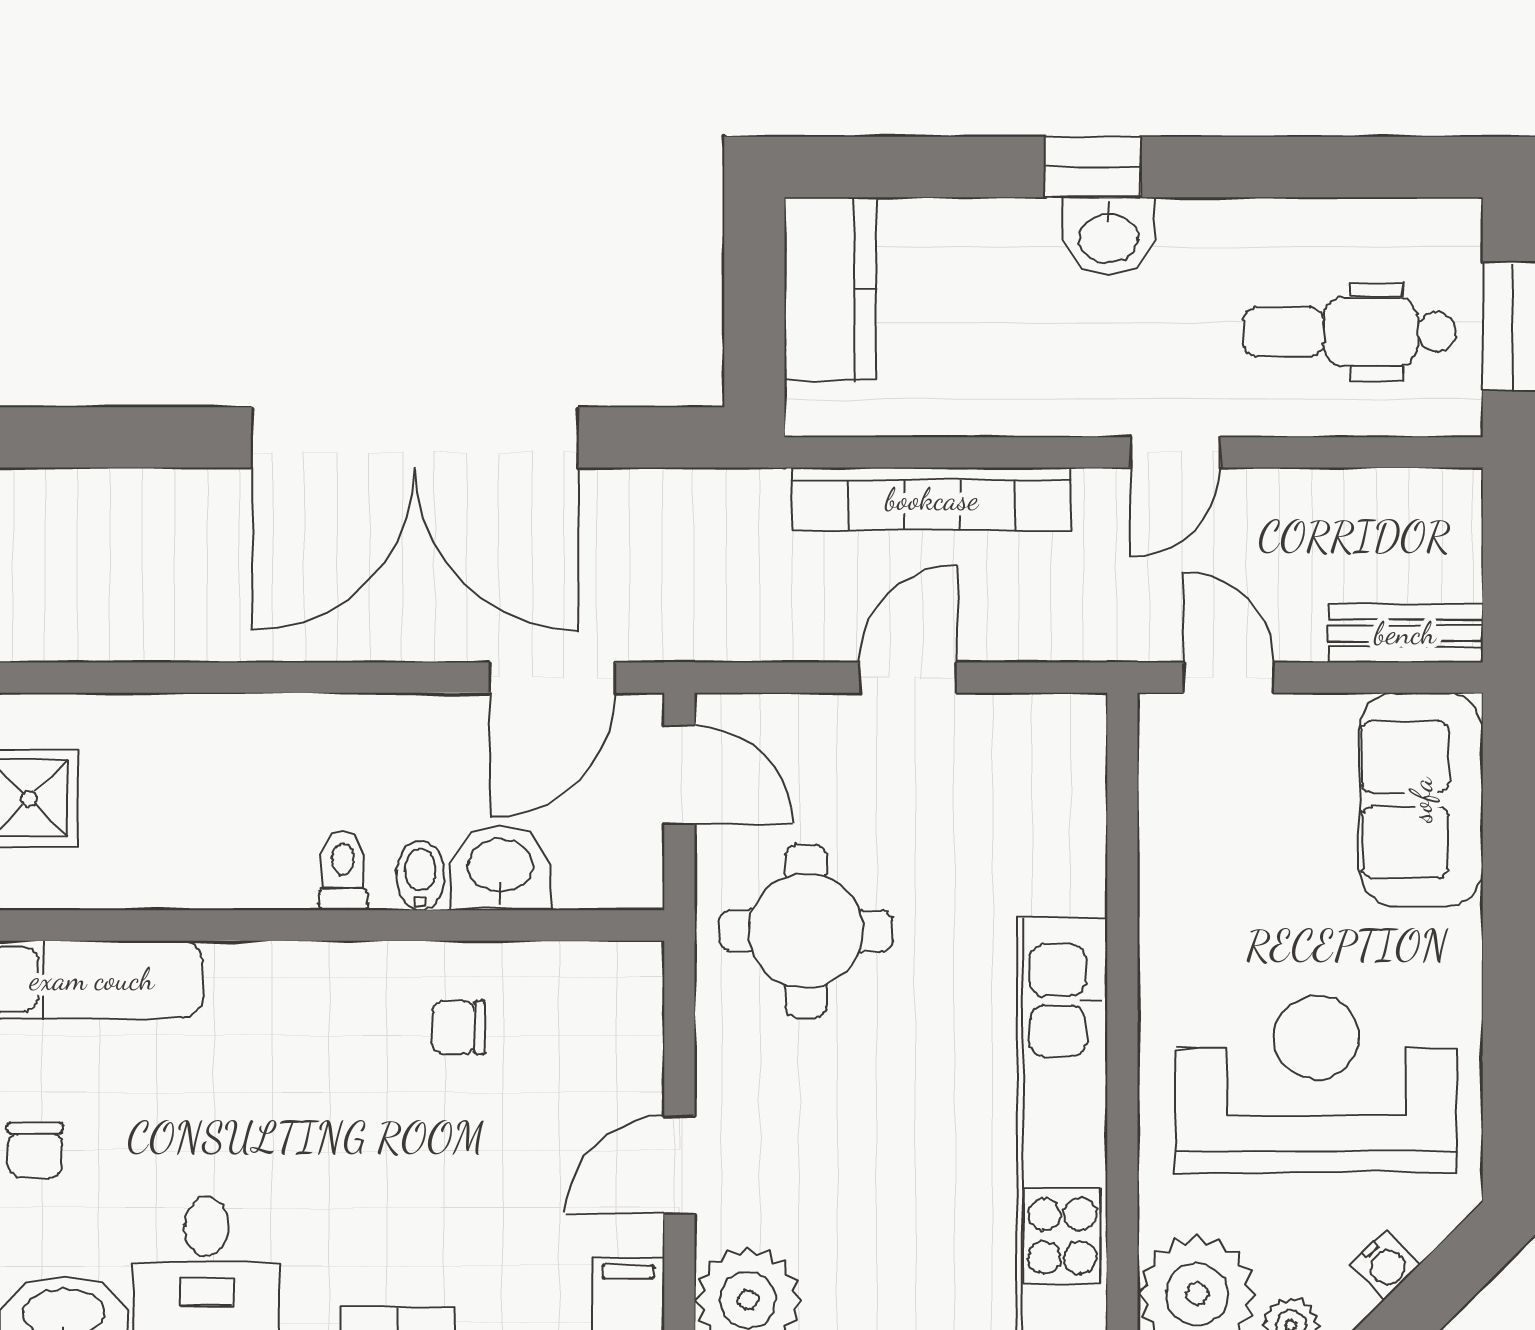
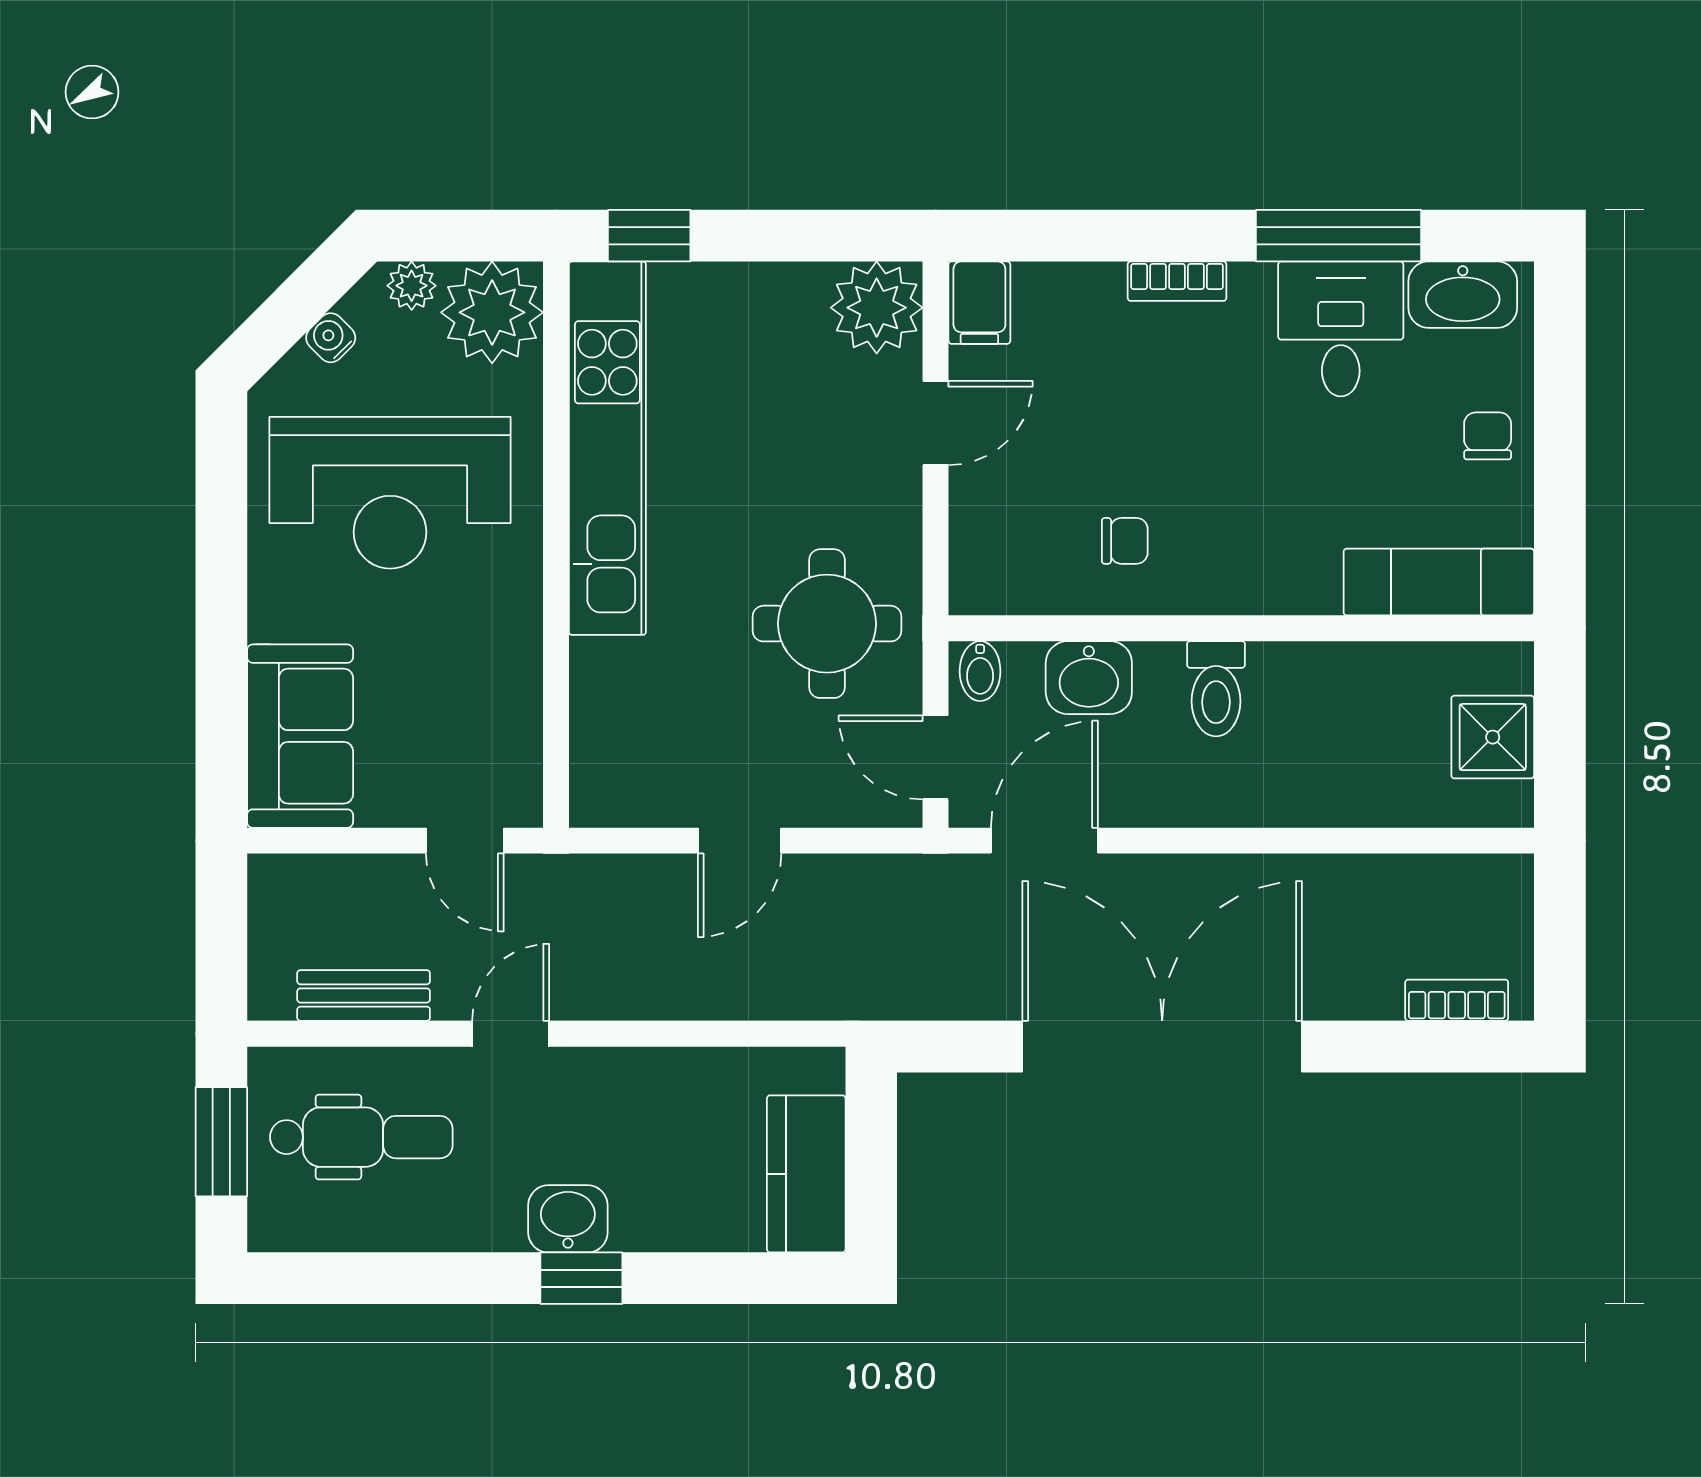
bookcase: (932, 499) -> (1457, 1000), moved, width x0.43, depth x0.76
bench: (1405, 633) -> (364, 995), moved
toilet: (343, 870) -> (1216, 689), width x1.37, depth x1.39
bidet: (420, 876) -> (980, 671), moved

